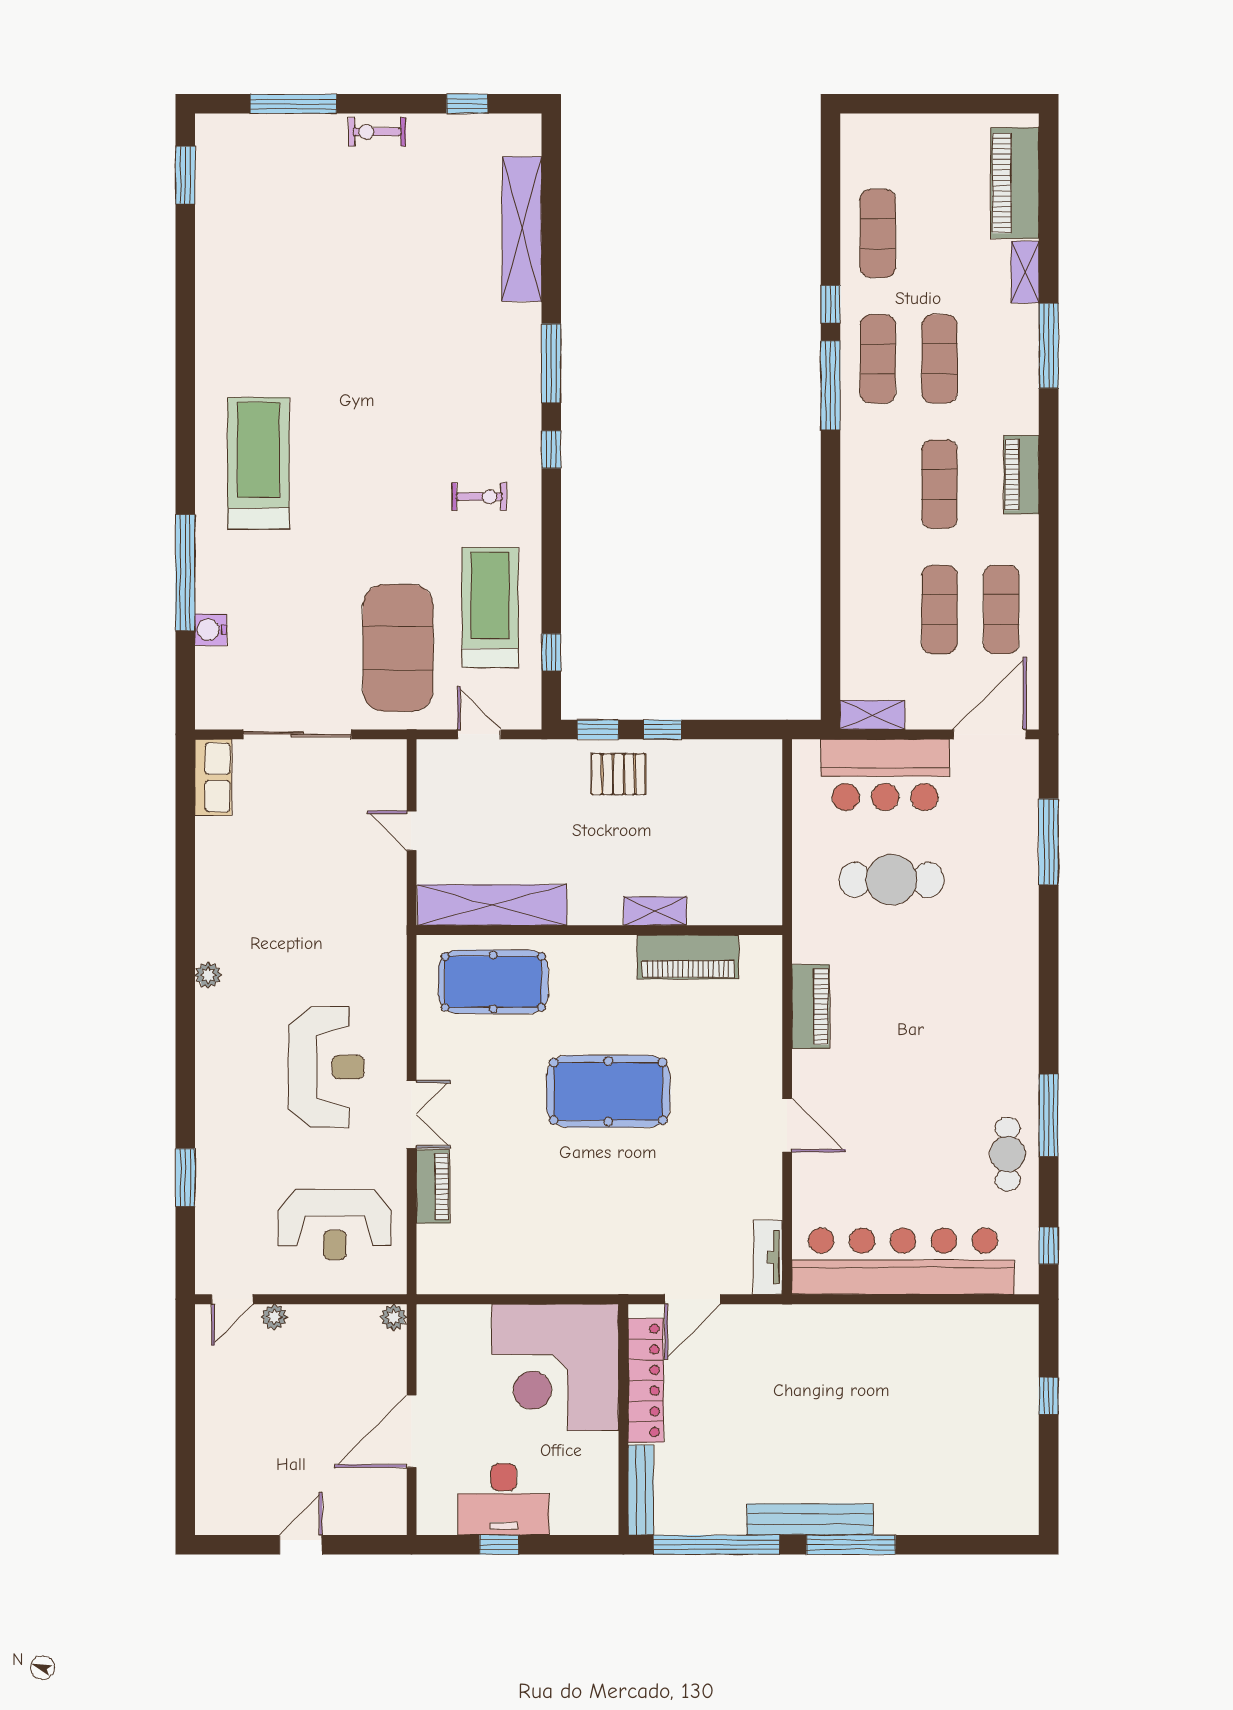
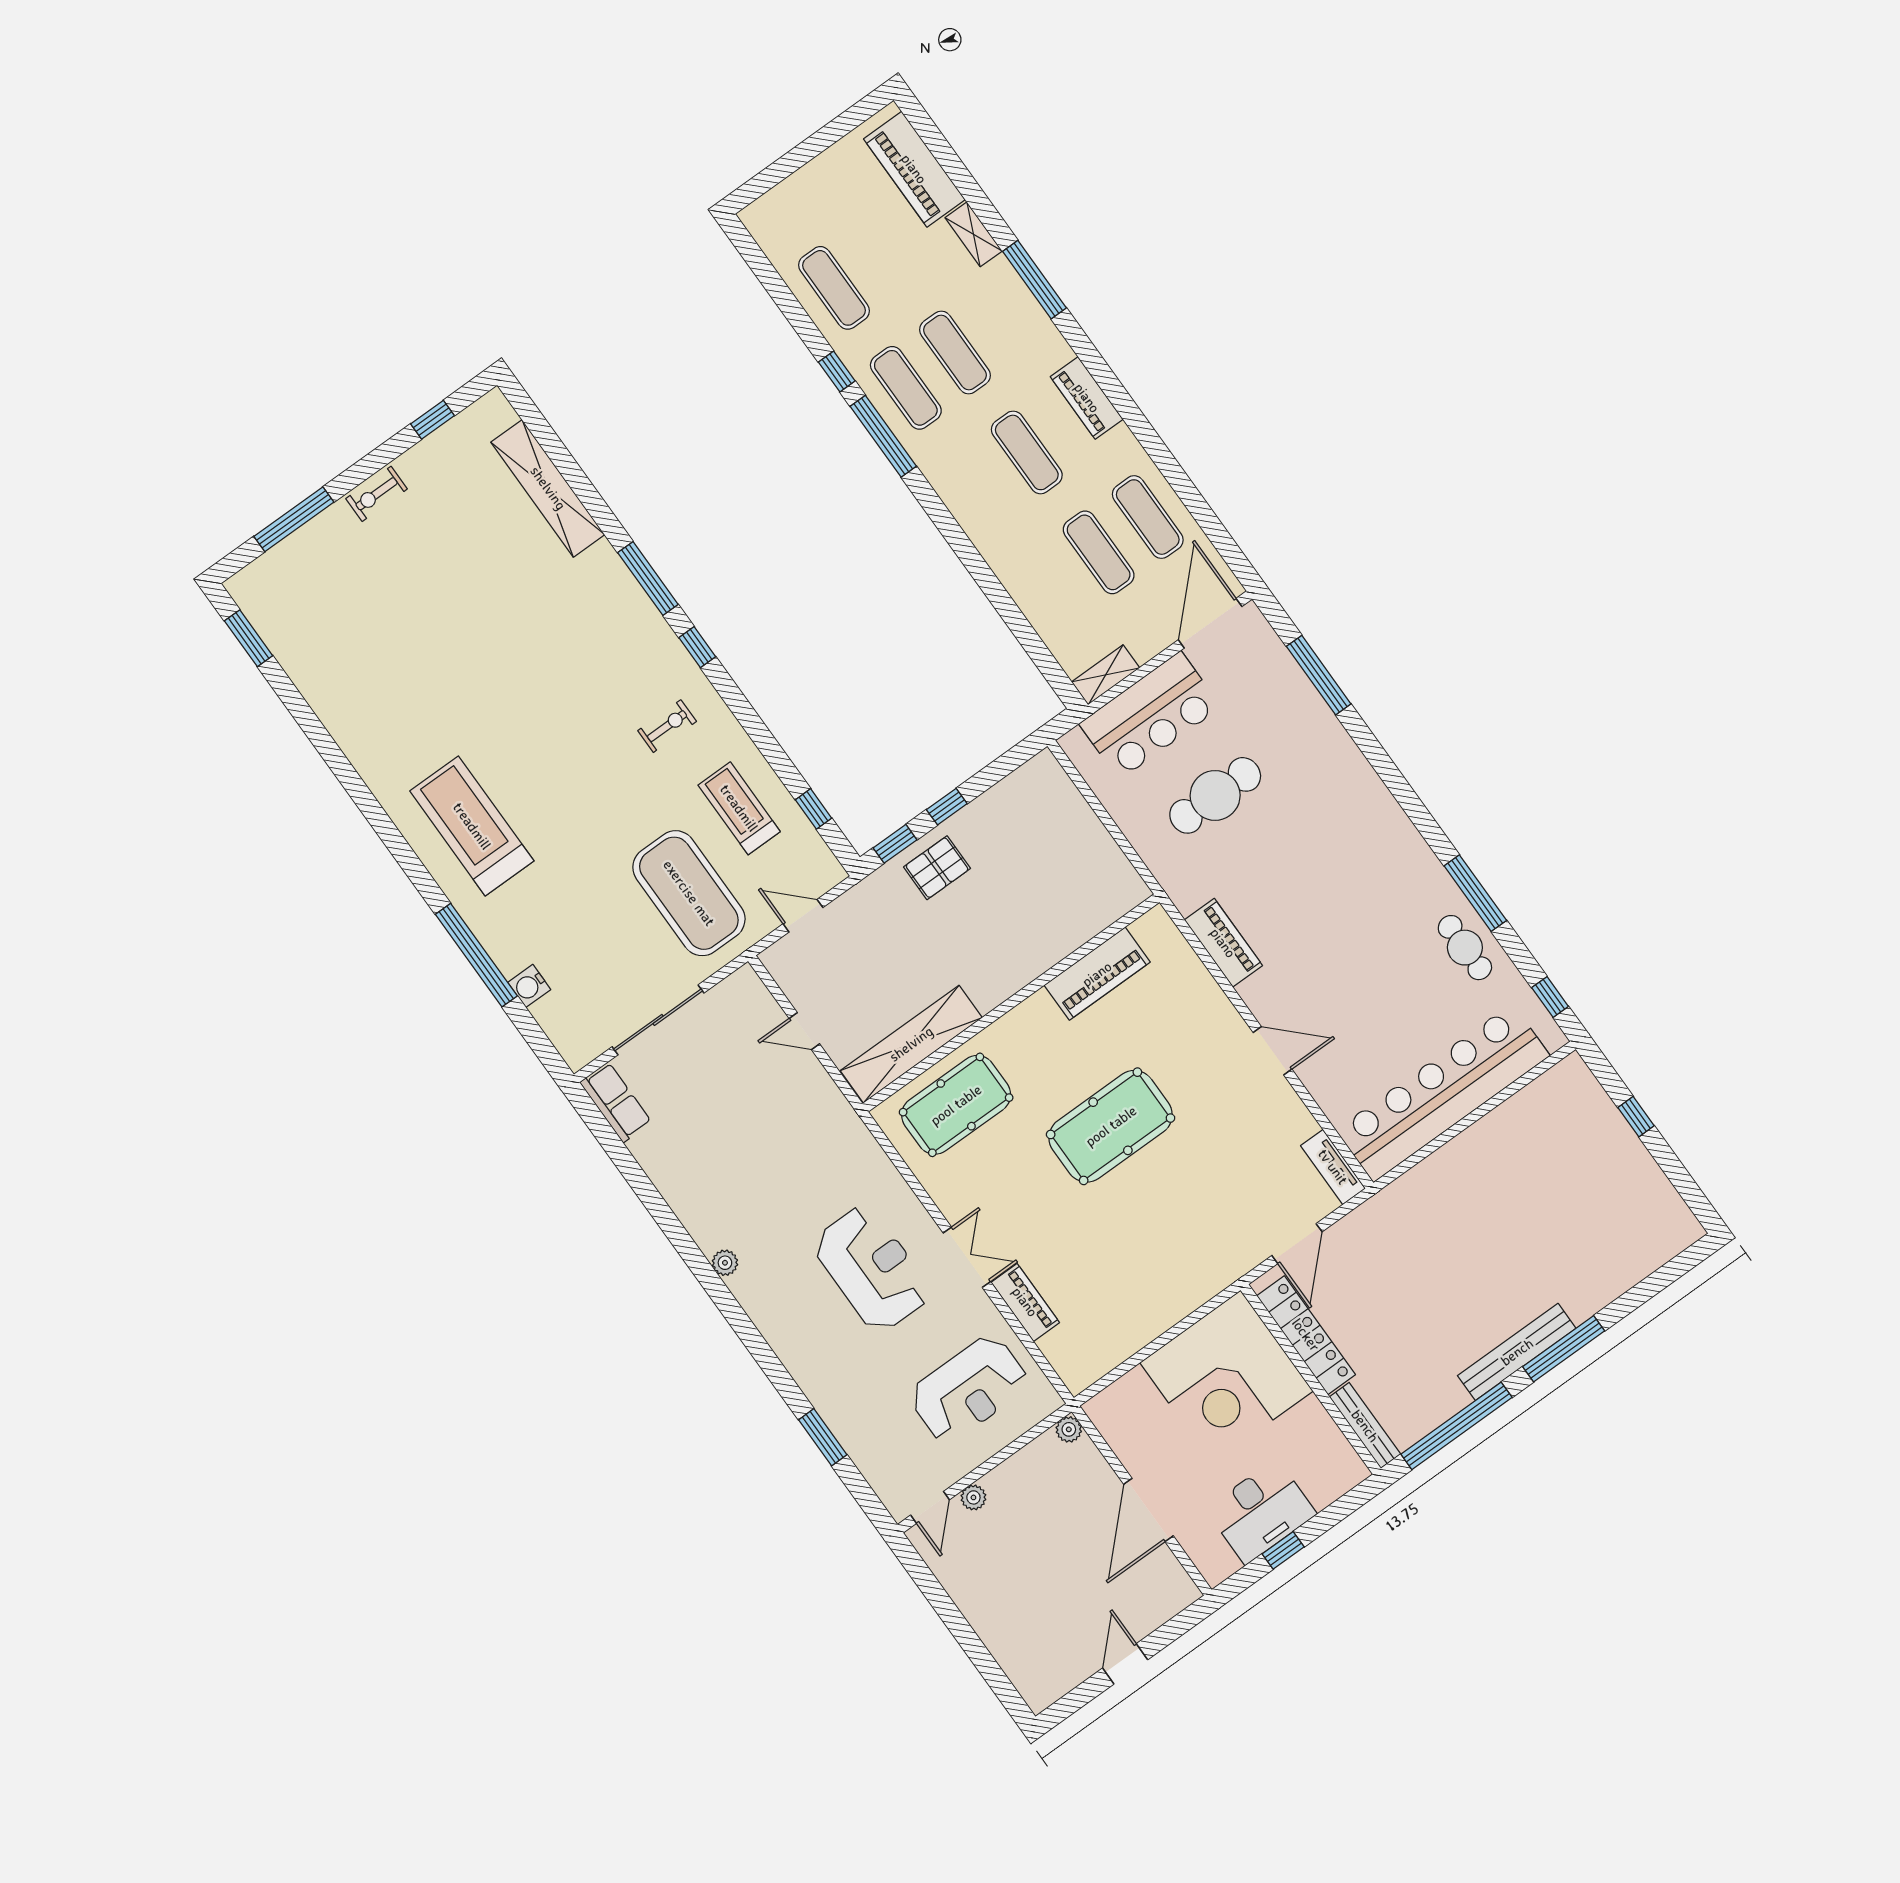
treadmill: (490, 608) -> (739, 808), width x0.73, depth x0.73
shelving: (655, 911) -> (1045, 956), removed

